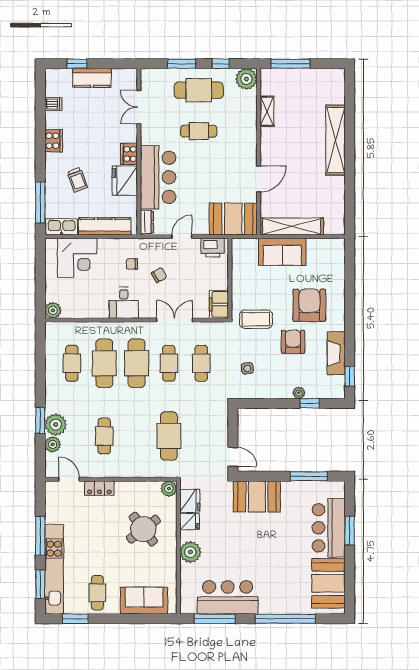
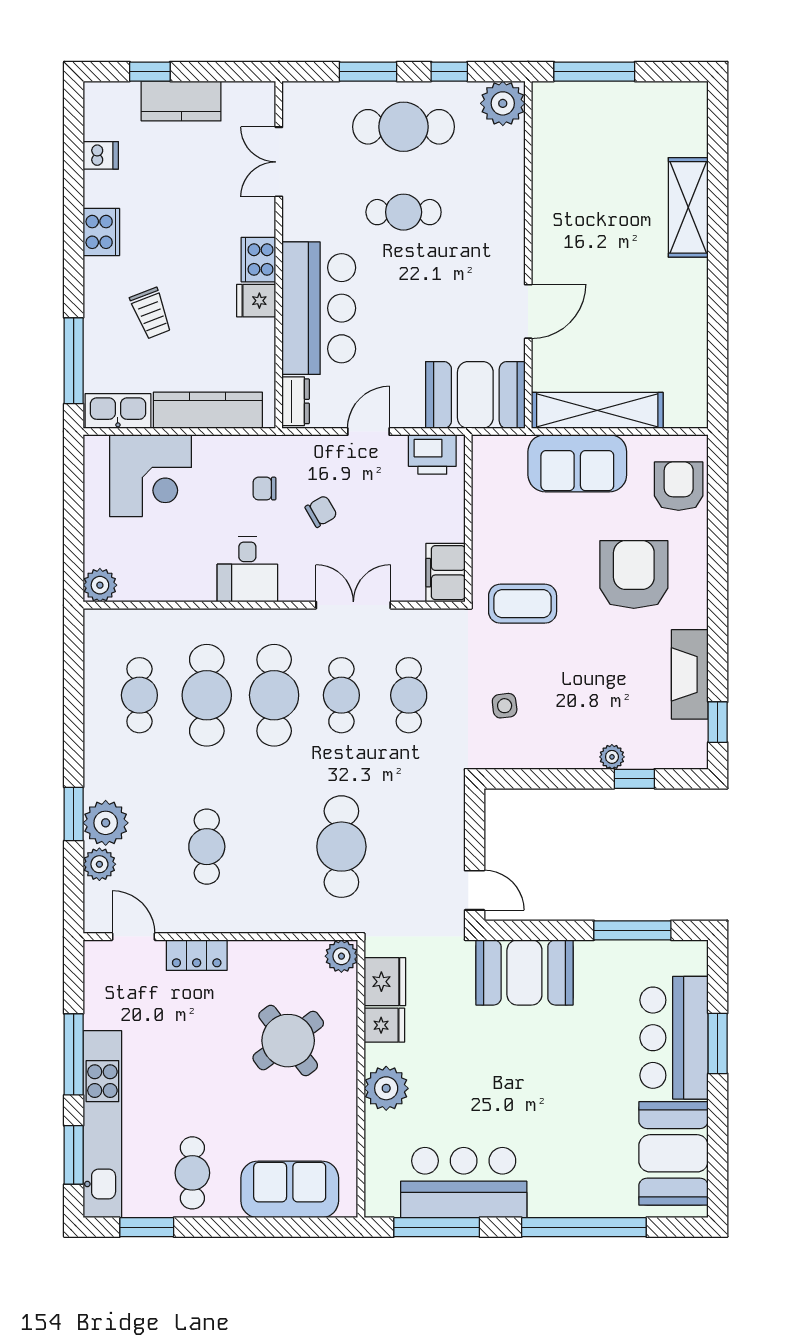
shelving: (267, 111) -> (546, 171), removed
shelving: (336, 140) -> (688, 207), width x0.68
fridge: (125, 181) -> (256, 301), width x0.53, depth x0.75
armchair: (293, 342) -> (679, 486), moved

